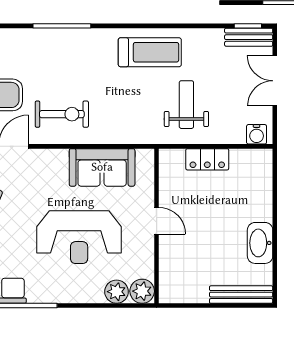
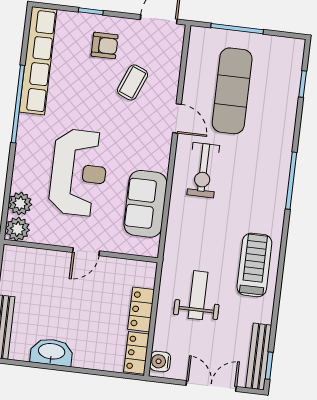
bench: (249, 37) -> (259, 356), width x1.36
treadmill: (150, 52) -> (254, 265), turned 180
weight bench: (186, 105) -> (198, 295), turned -90
locker: (251, 159) -> (136, 353), added
reception desk: (79, 237) -> (79, 173), turned 180

